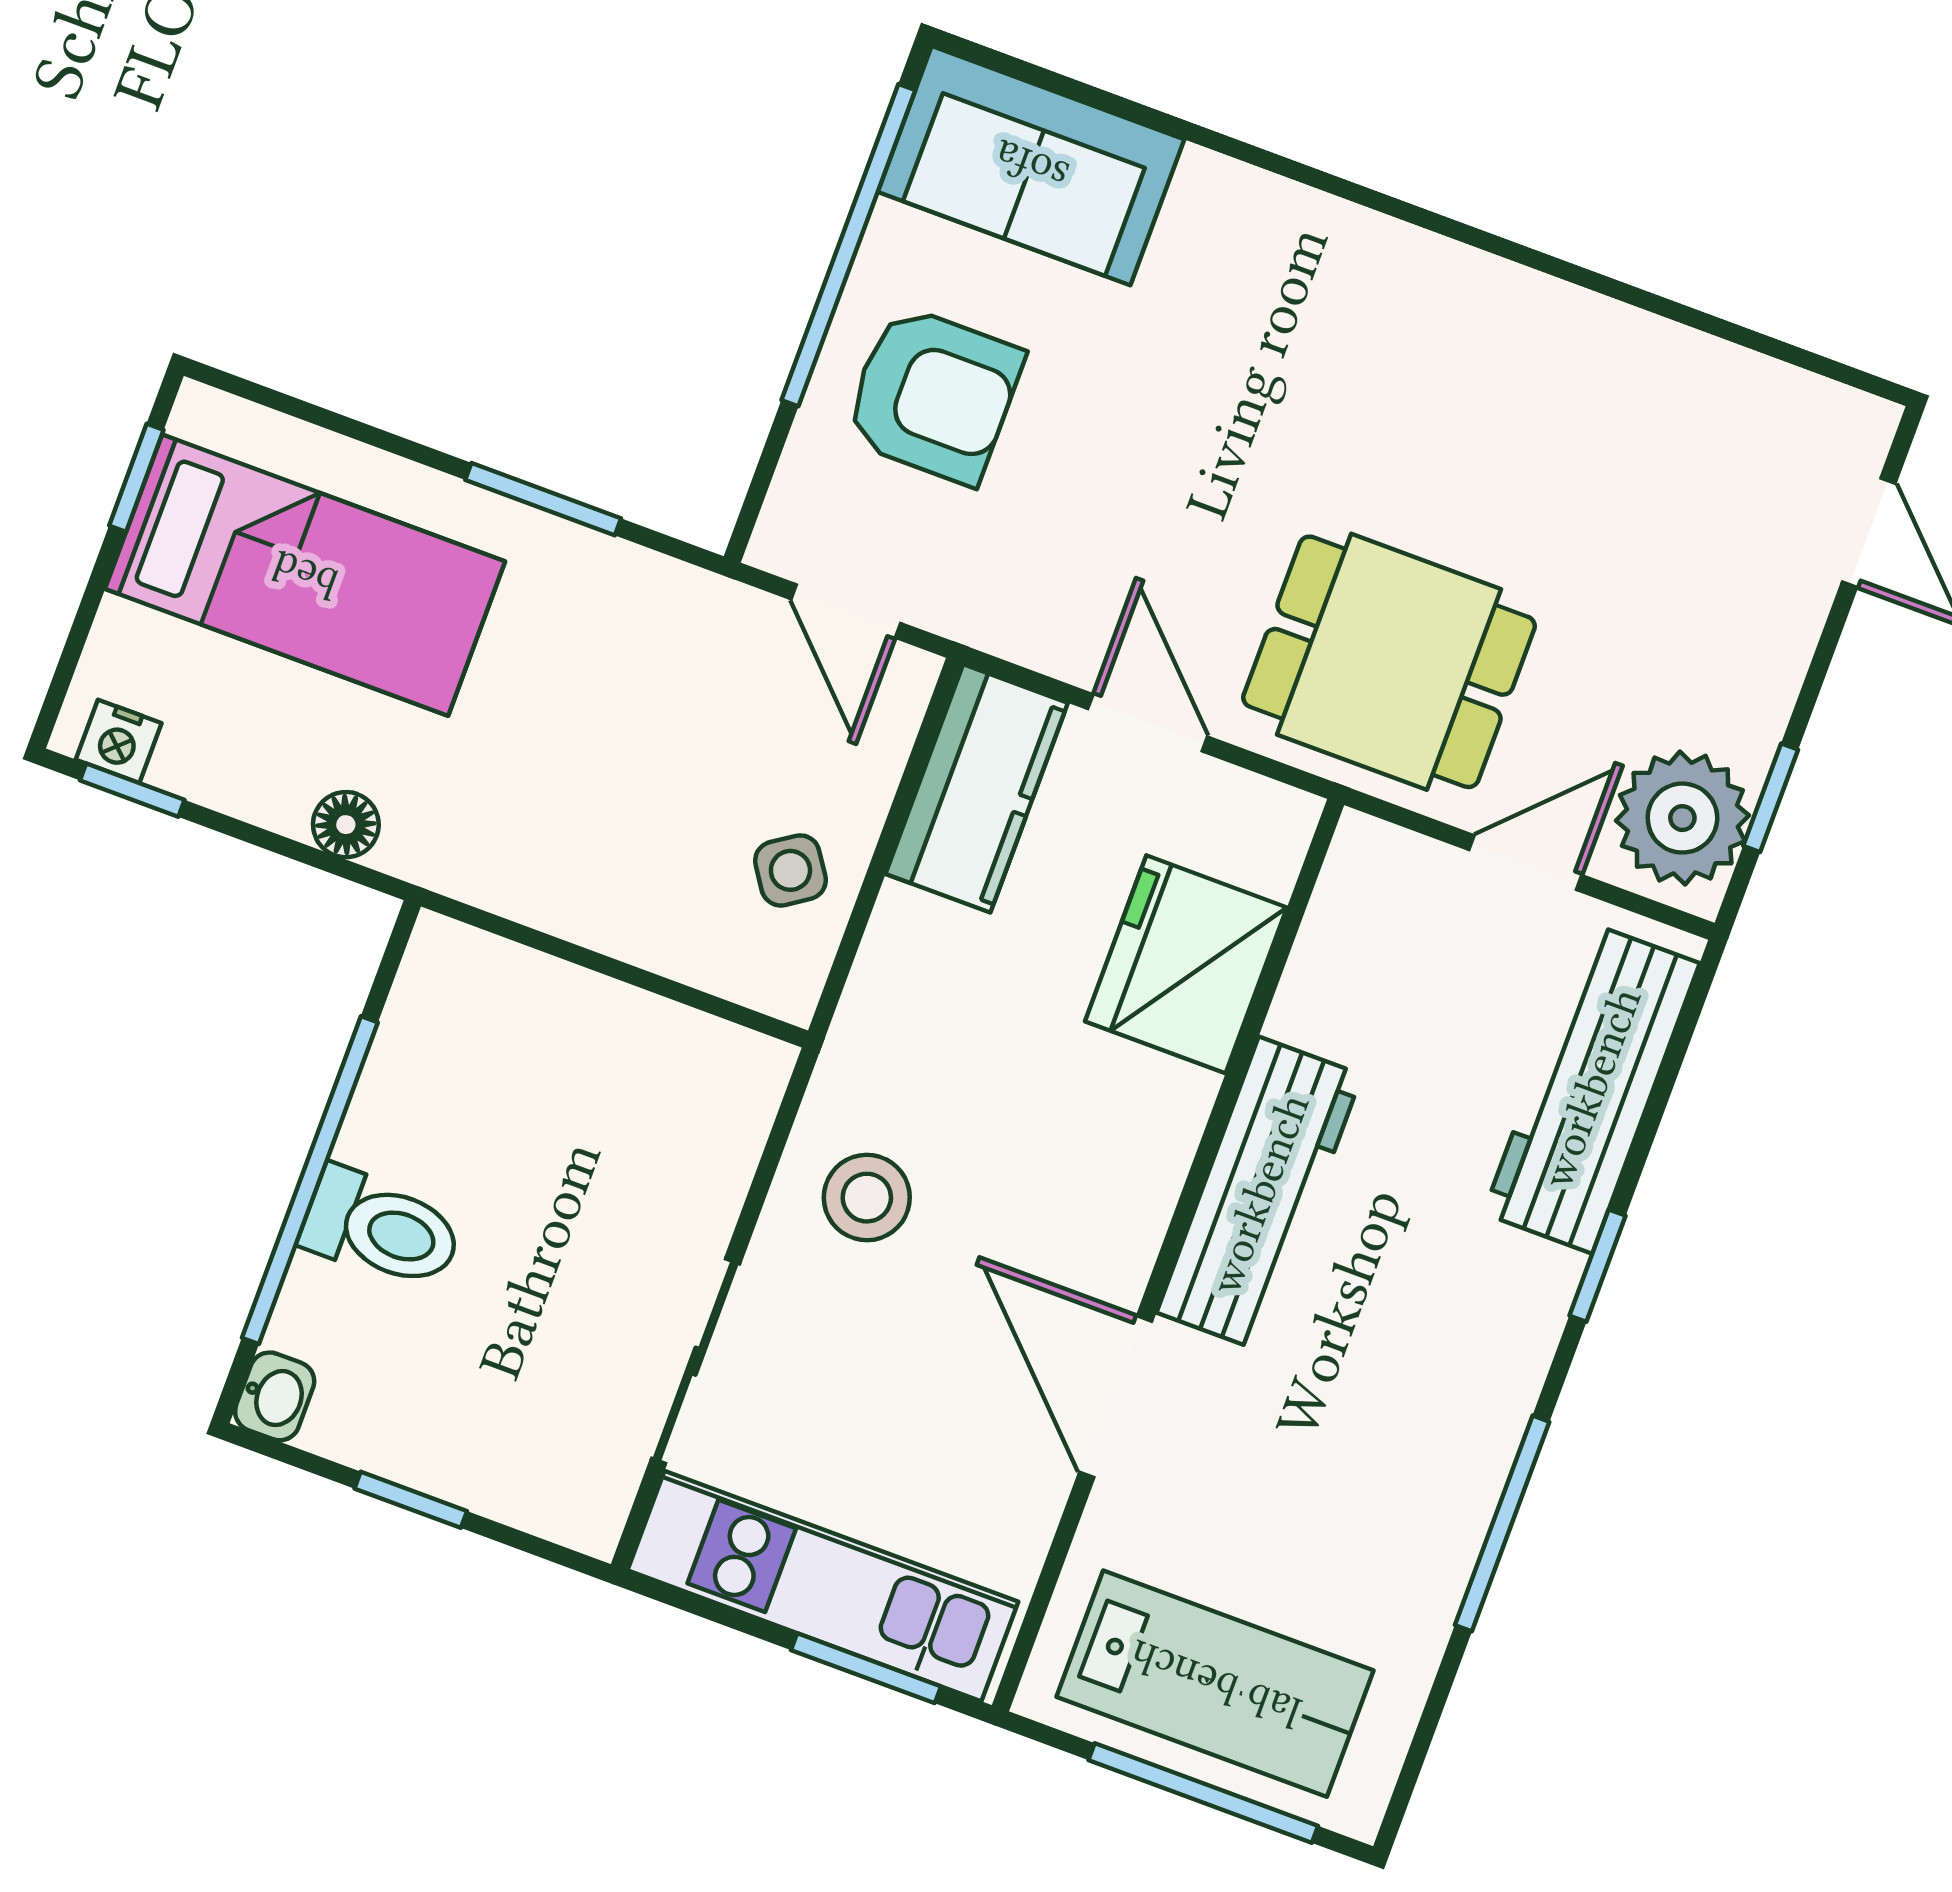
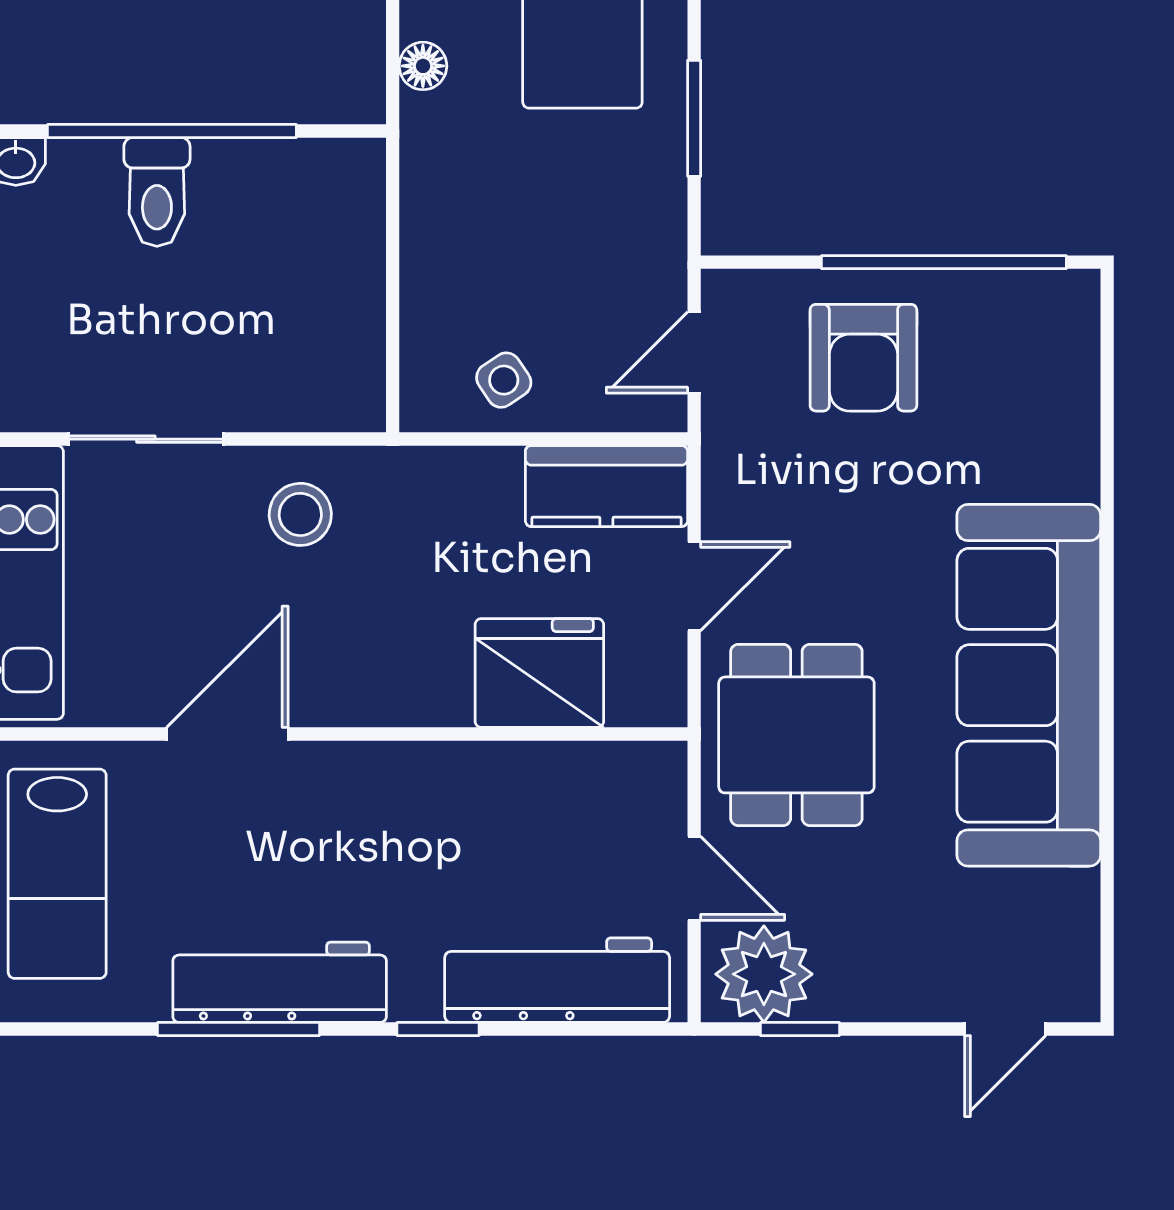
sofa: (1031, 166) -> (1029, 685), moved, width x1.85, depth x1.27
workbench: (1259, 1194) -> (280, 982), moved, turned 180

